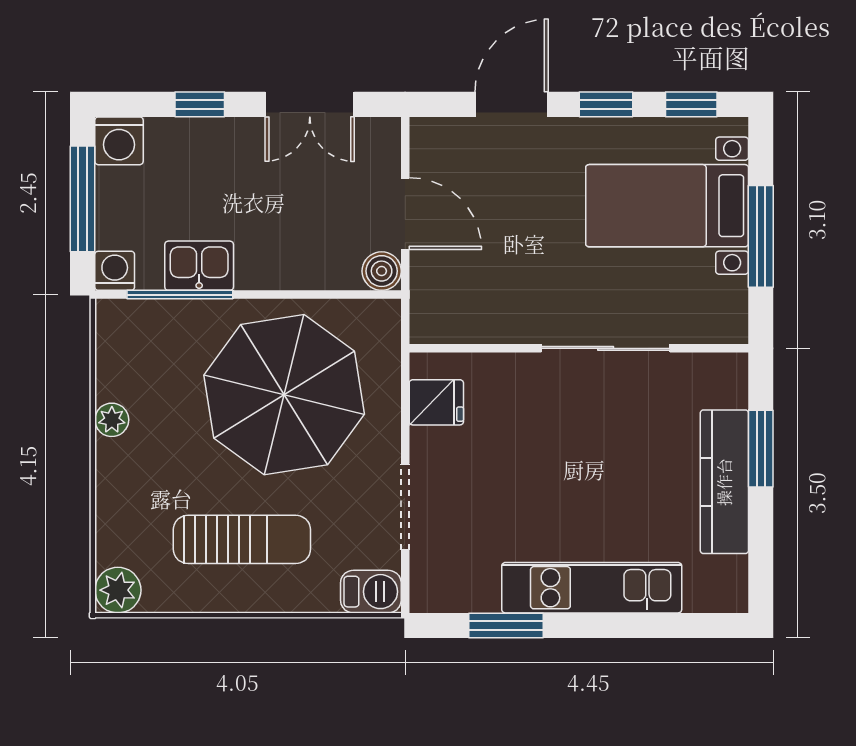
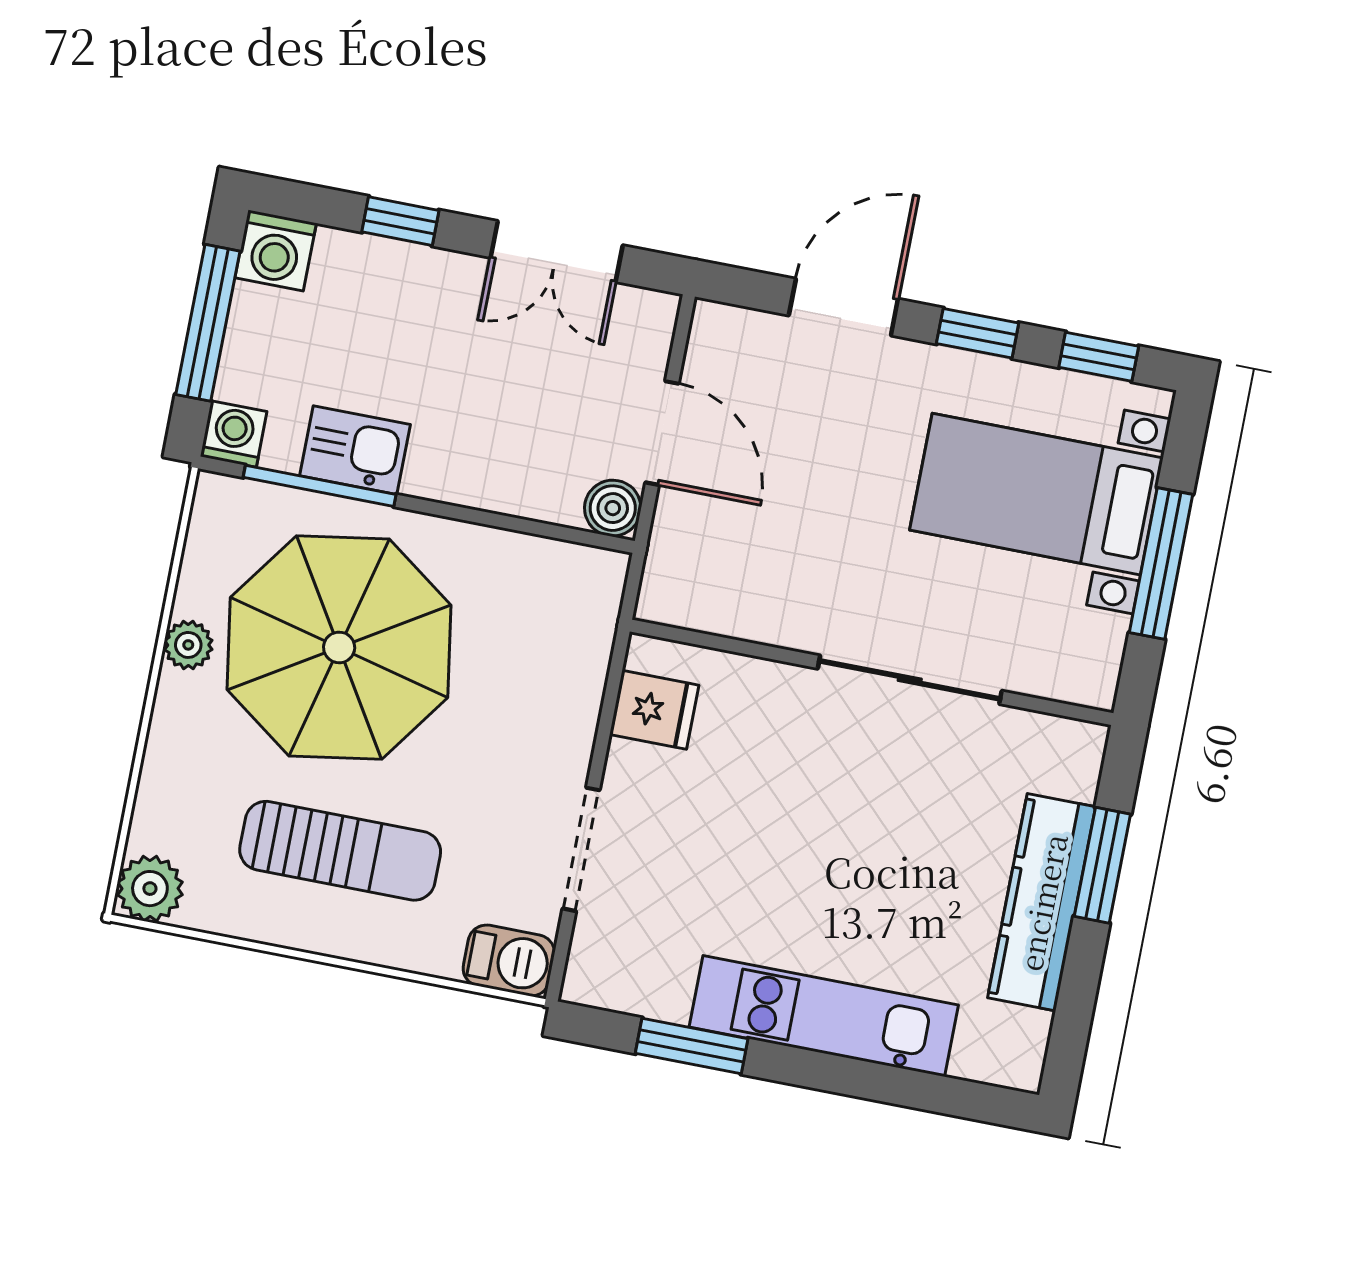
parasol: (284, 395) -> (339, 647), moved

